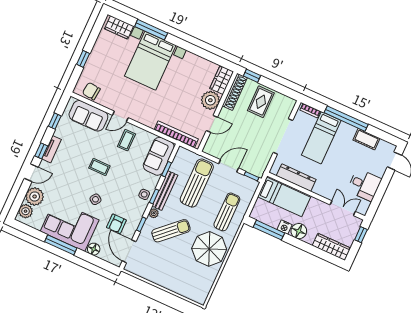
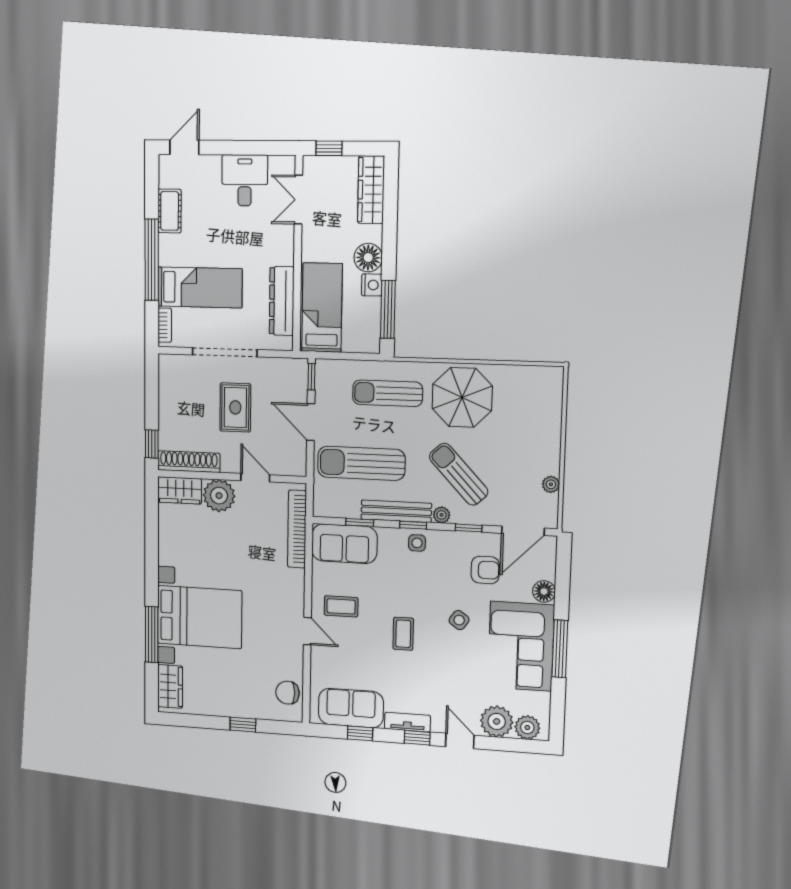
chair: (91, 91) -> (288, 693), turned 84
rug: (261, 102) -> (235, 407), moved, turned 90
sofa: (88, 116) -> (351, 708), moved, turned -90
plant: (147, 275) -> (551, 484), added

